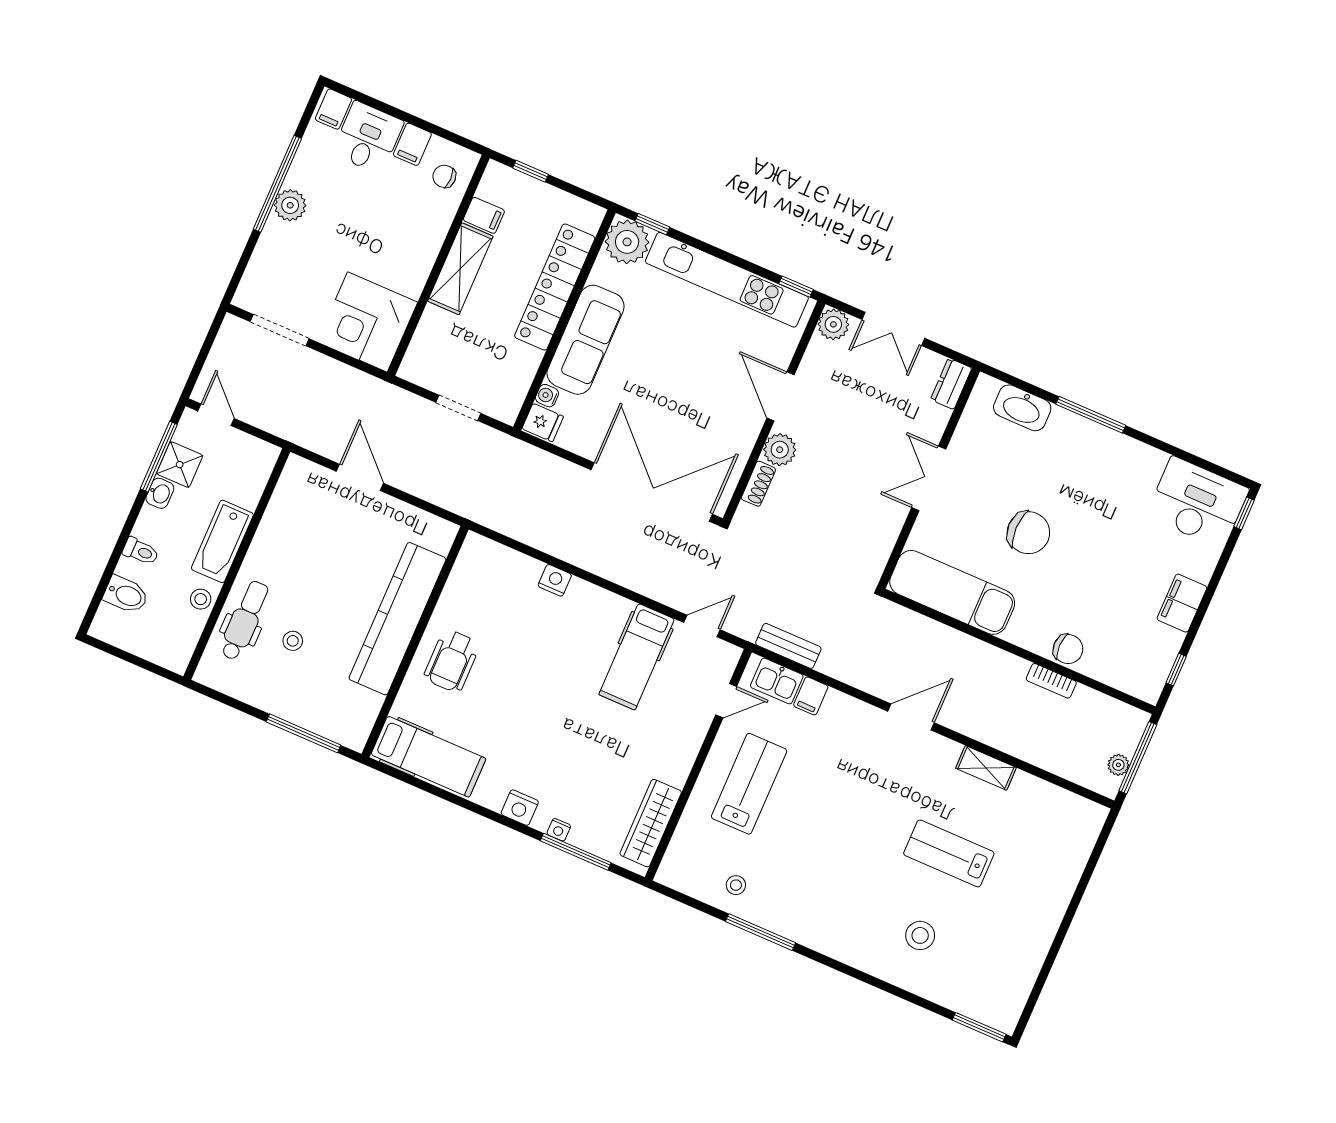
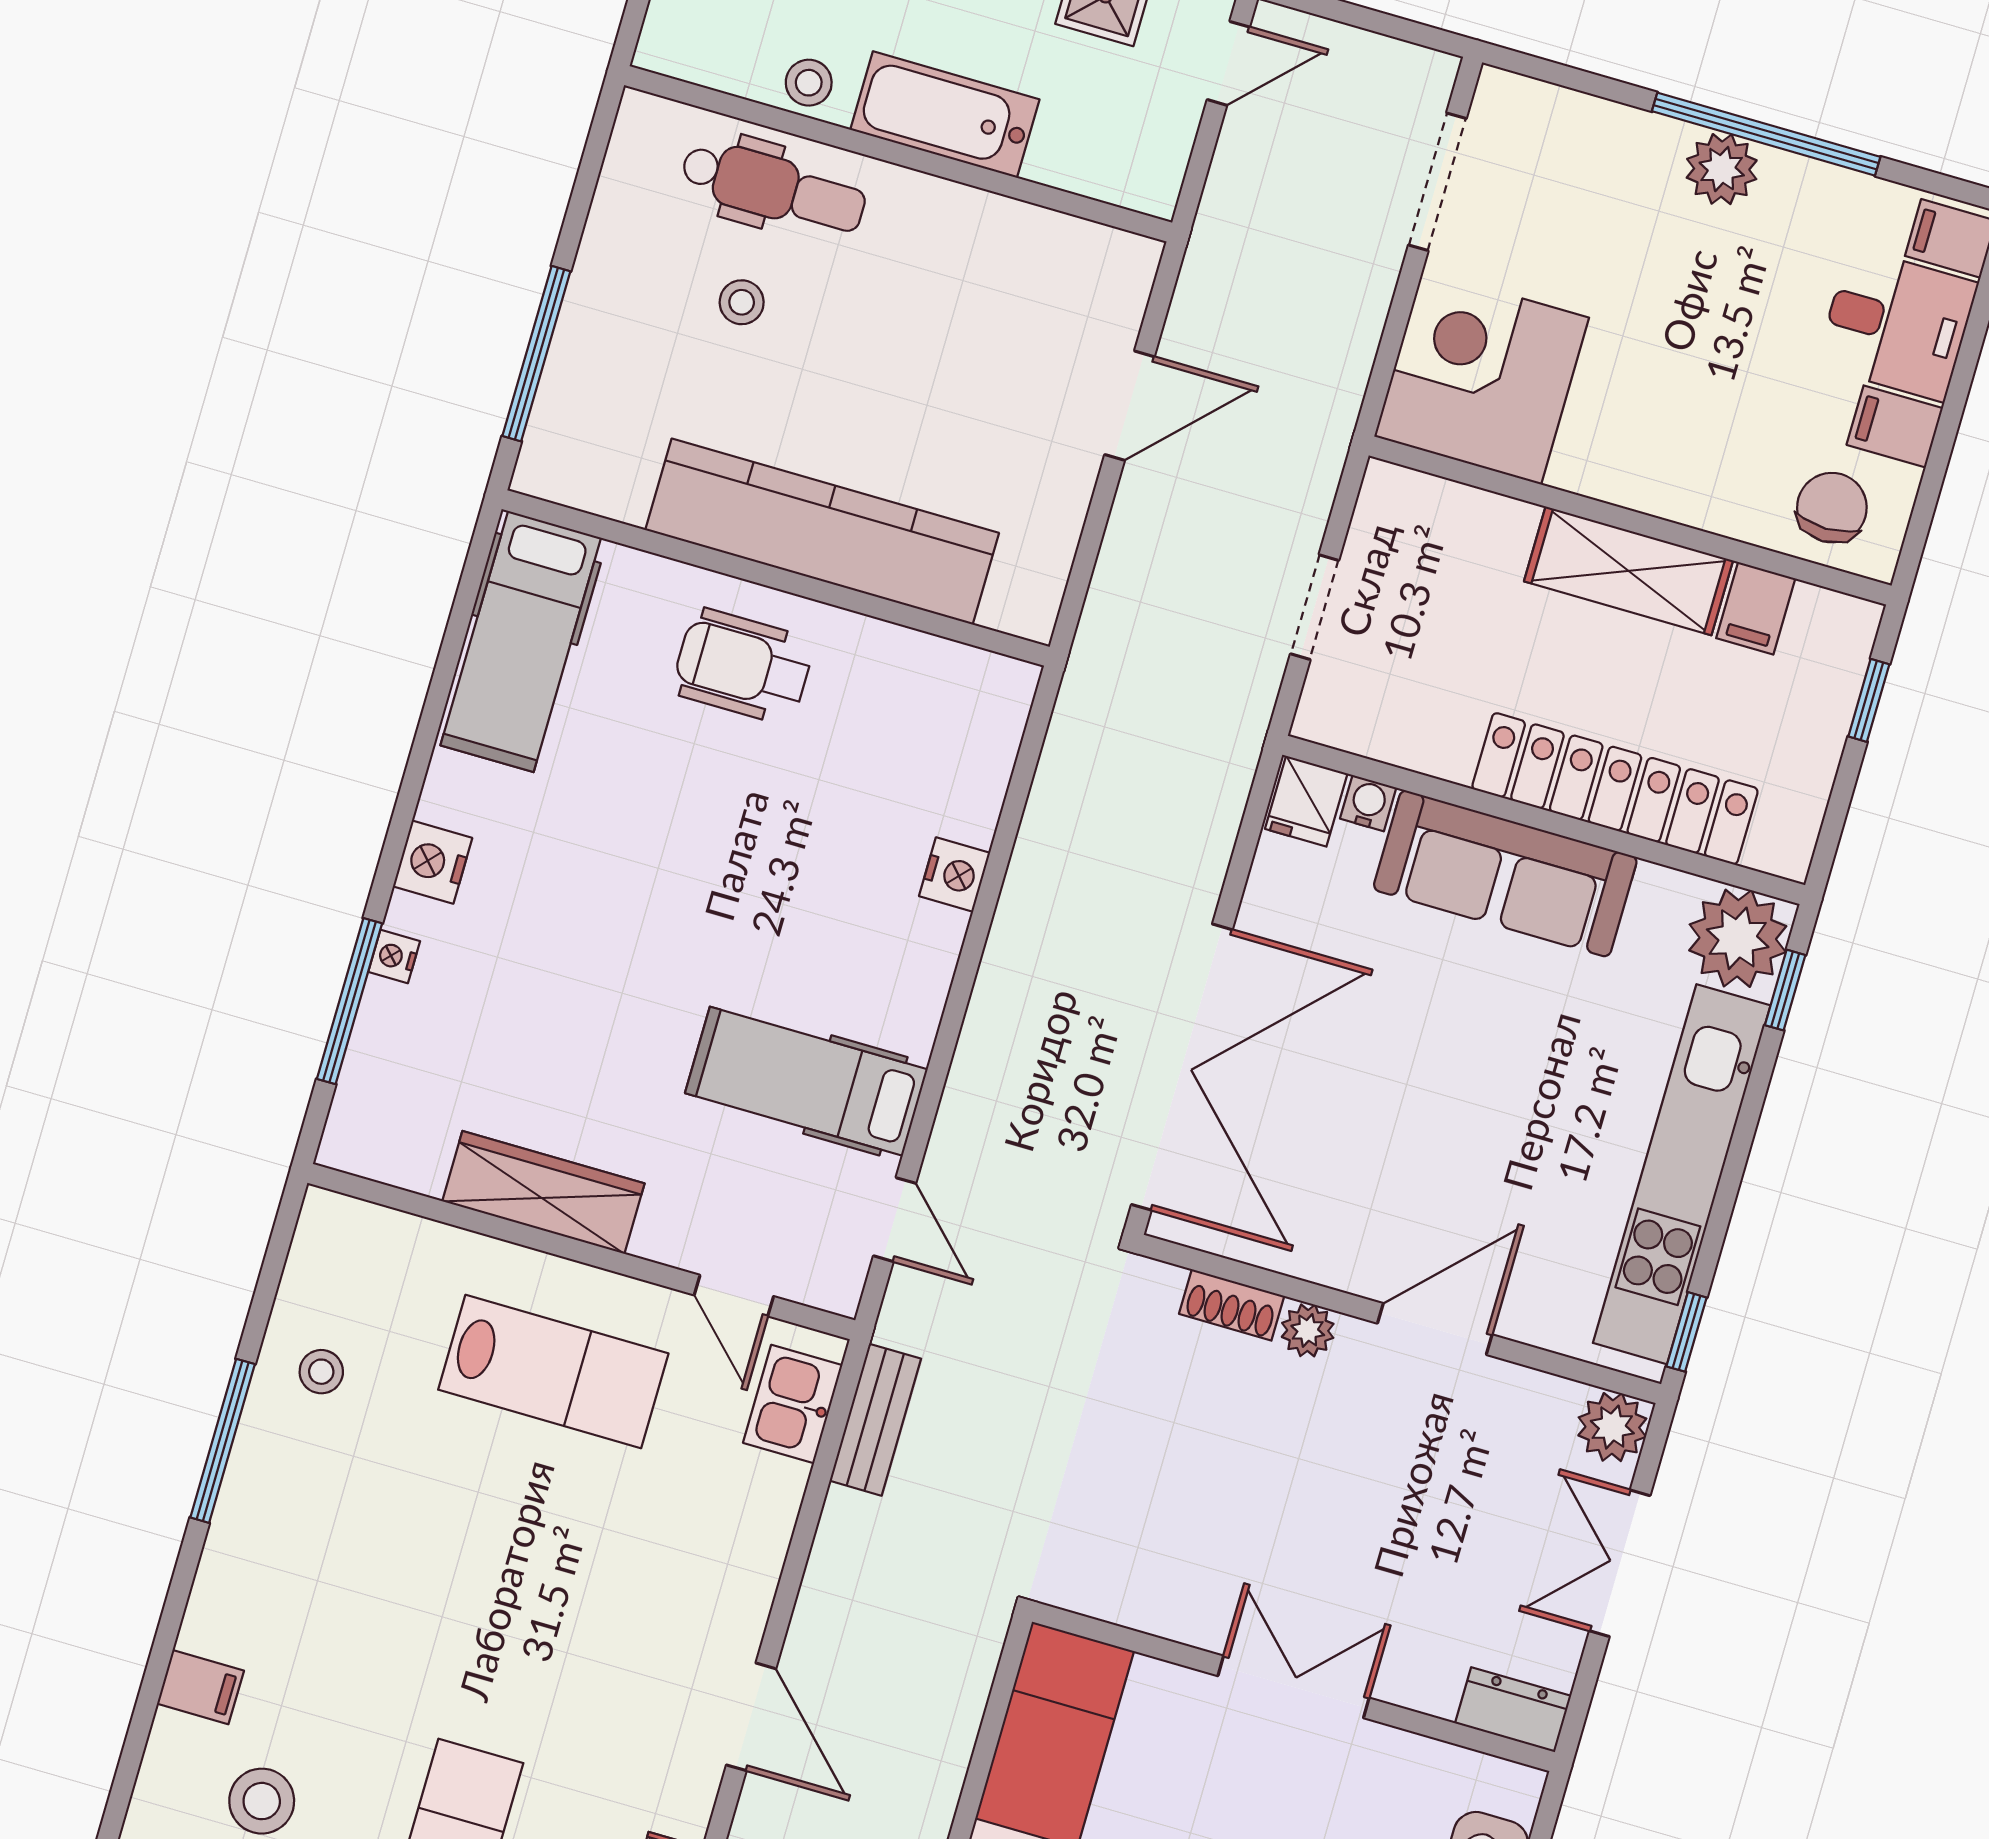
chair: (444, 176) -> (1832, 508), width x1.37, depth x1.37
plant: (780, 450) -> (1308, 1330), width x0.73, depth x0.73
filing cabinet: (811, 696) -> (200, 1687), moved, turned 180
wardrobe: (651, 823) -> (543, 1192), moved

